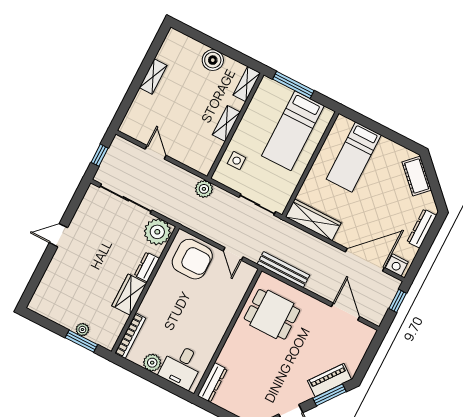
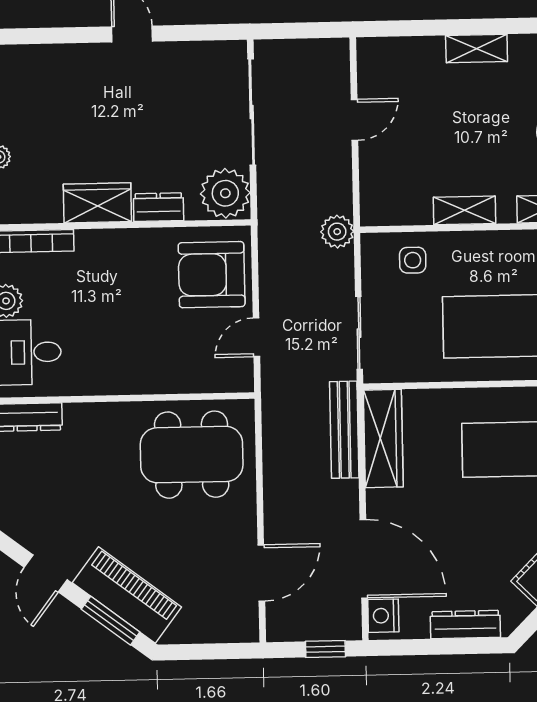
window: (100, 155) -> (300, 30), removed
armchair: (192, 259) -> (212, 275), turned 90
bench: (283, 270) -> (344, 430), moved
dining table: (272, 314) -> (192, 455), width x1.38
piano: (330, 380) -> (127, 595), width x1.37, depth x1.33

